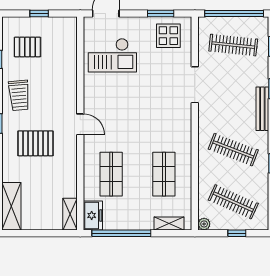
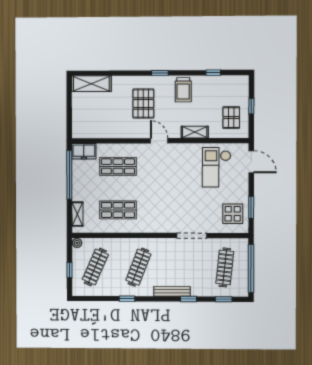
pallet: (27, 47) -> (231, 118), moved
trolley: (19, 95) -> (183, 90), turned -85
door: (80, 124) -> (159, 141), swing flipped
shelving: (70, 214) -> (195, 132), moved

